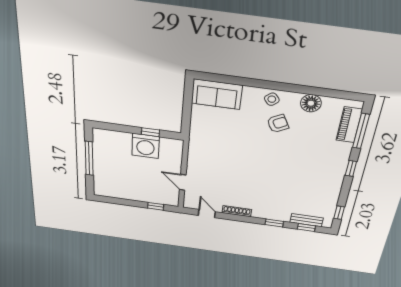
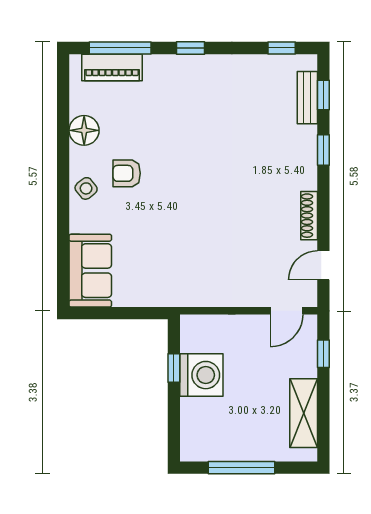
armchair: (278, 124) -> (127, 173), turned -62
door: (183, 182) -> (287, 311), moved
shelving: (122, 192) -> (304, 413), added

